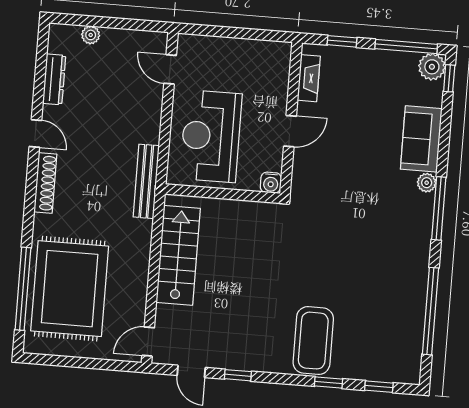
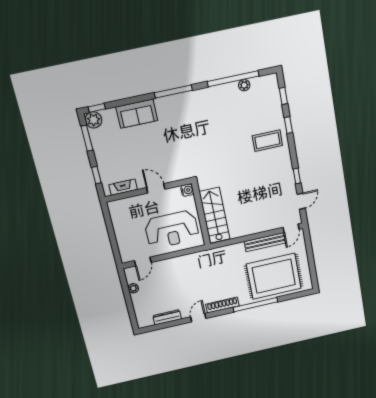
plant: (91, 35) -> (133, 288), moved
window: (406, 46) -> (87, 138), width x0.69
bench: (146, 181) -> (265, 242), moved
plant: (427, 183) -> (244, 85), moved
stairs: (178, 255) -> (214, 215), moved, turned 90
window: (23, 289) -> (255, 305), moved
coffee table: (313, 341) -> (267, 141), width x0.73, depth x0.76
door: (148, 342) -> (291, 228), hinge flipped

